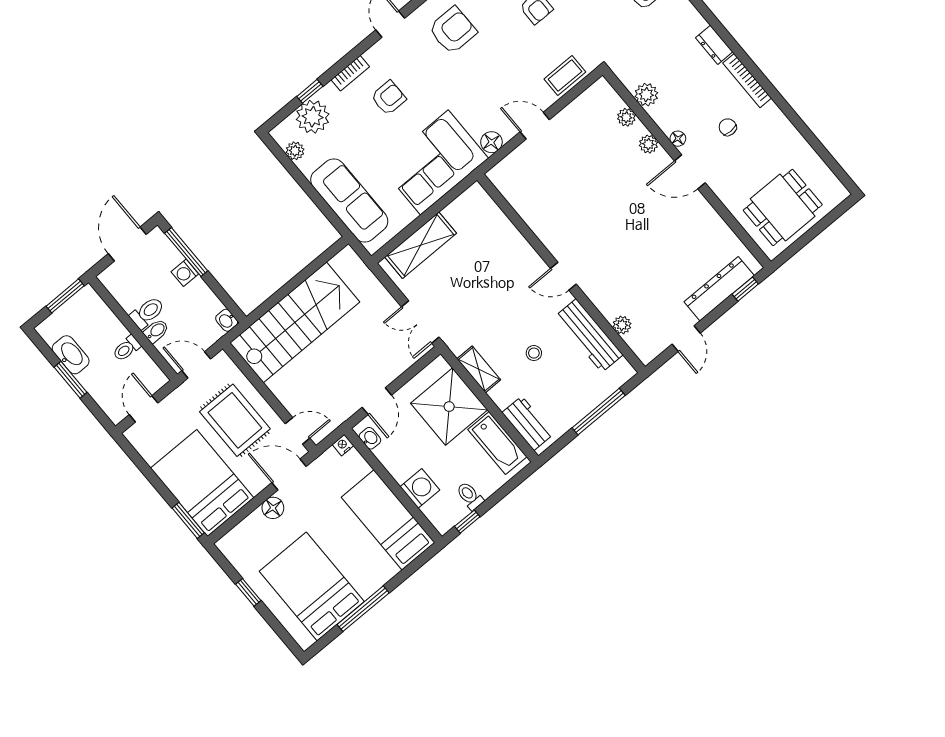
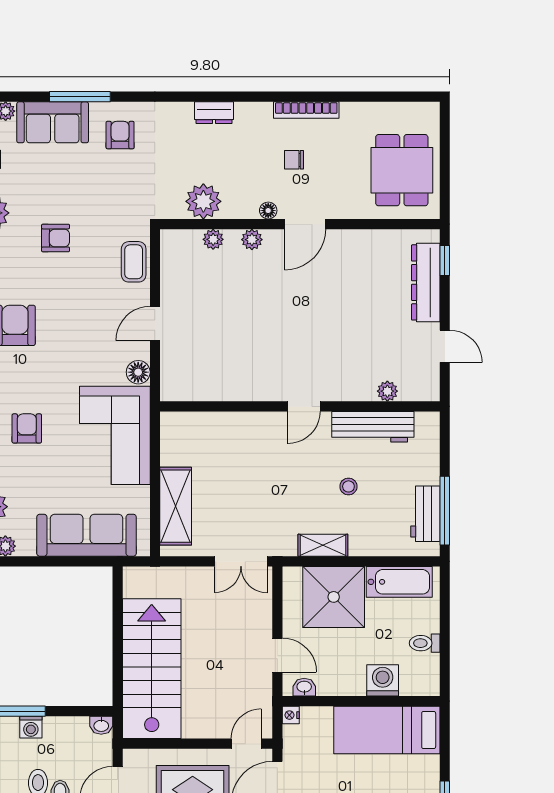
bookcase: (747, 81) -> (306, 110), moved
plant: (646, 95) -> (203, 201), width x1.36, depth x1.36
window: (599, 412) -> (445, 511), moved
workbench: (528, 423) -> (425, 514), moved, turned -90
window: (467, 522) -> (445, 664), removed

